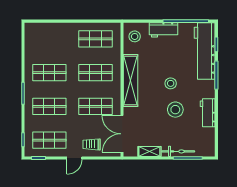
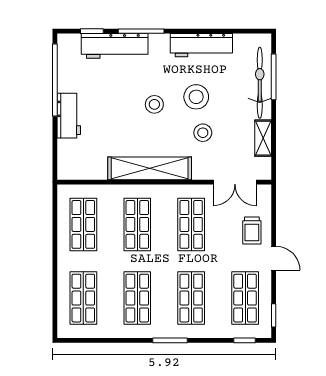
stool: (135, 36) -> (203, 133), moved
shop shelf: (49, 39) -> (83, 298), added
workbench: (205, 51) -> (115, 46), width x0.73, depth x0.76
workbench: (208, 113) -> (201, 45), width x1.38
double door: (122, 134) -> (235, 182), width x0.73
bicycle: (178, 151) -> (260, 83), width x1.37, depth x1.40

